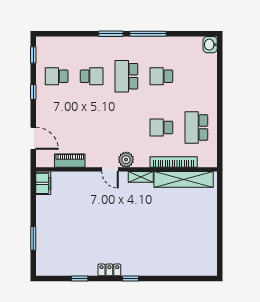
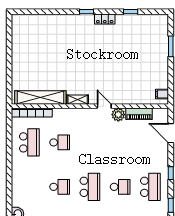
school desk: (57, 76) -> (150, 187), width x1.85
school desk: (92, 76) -> (120, 187), turned 180
plant: (126, 160) -> (118, 115), moved
bookcase: (174, 162) -> (32, 112), moved
filing cabinet: (43, 183) -> (162, 94), width x0.50

